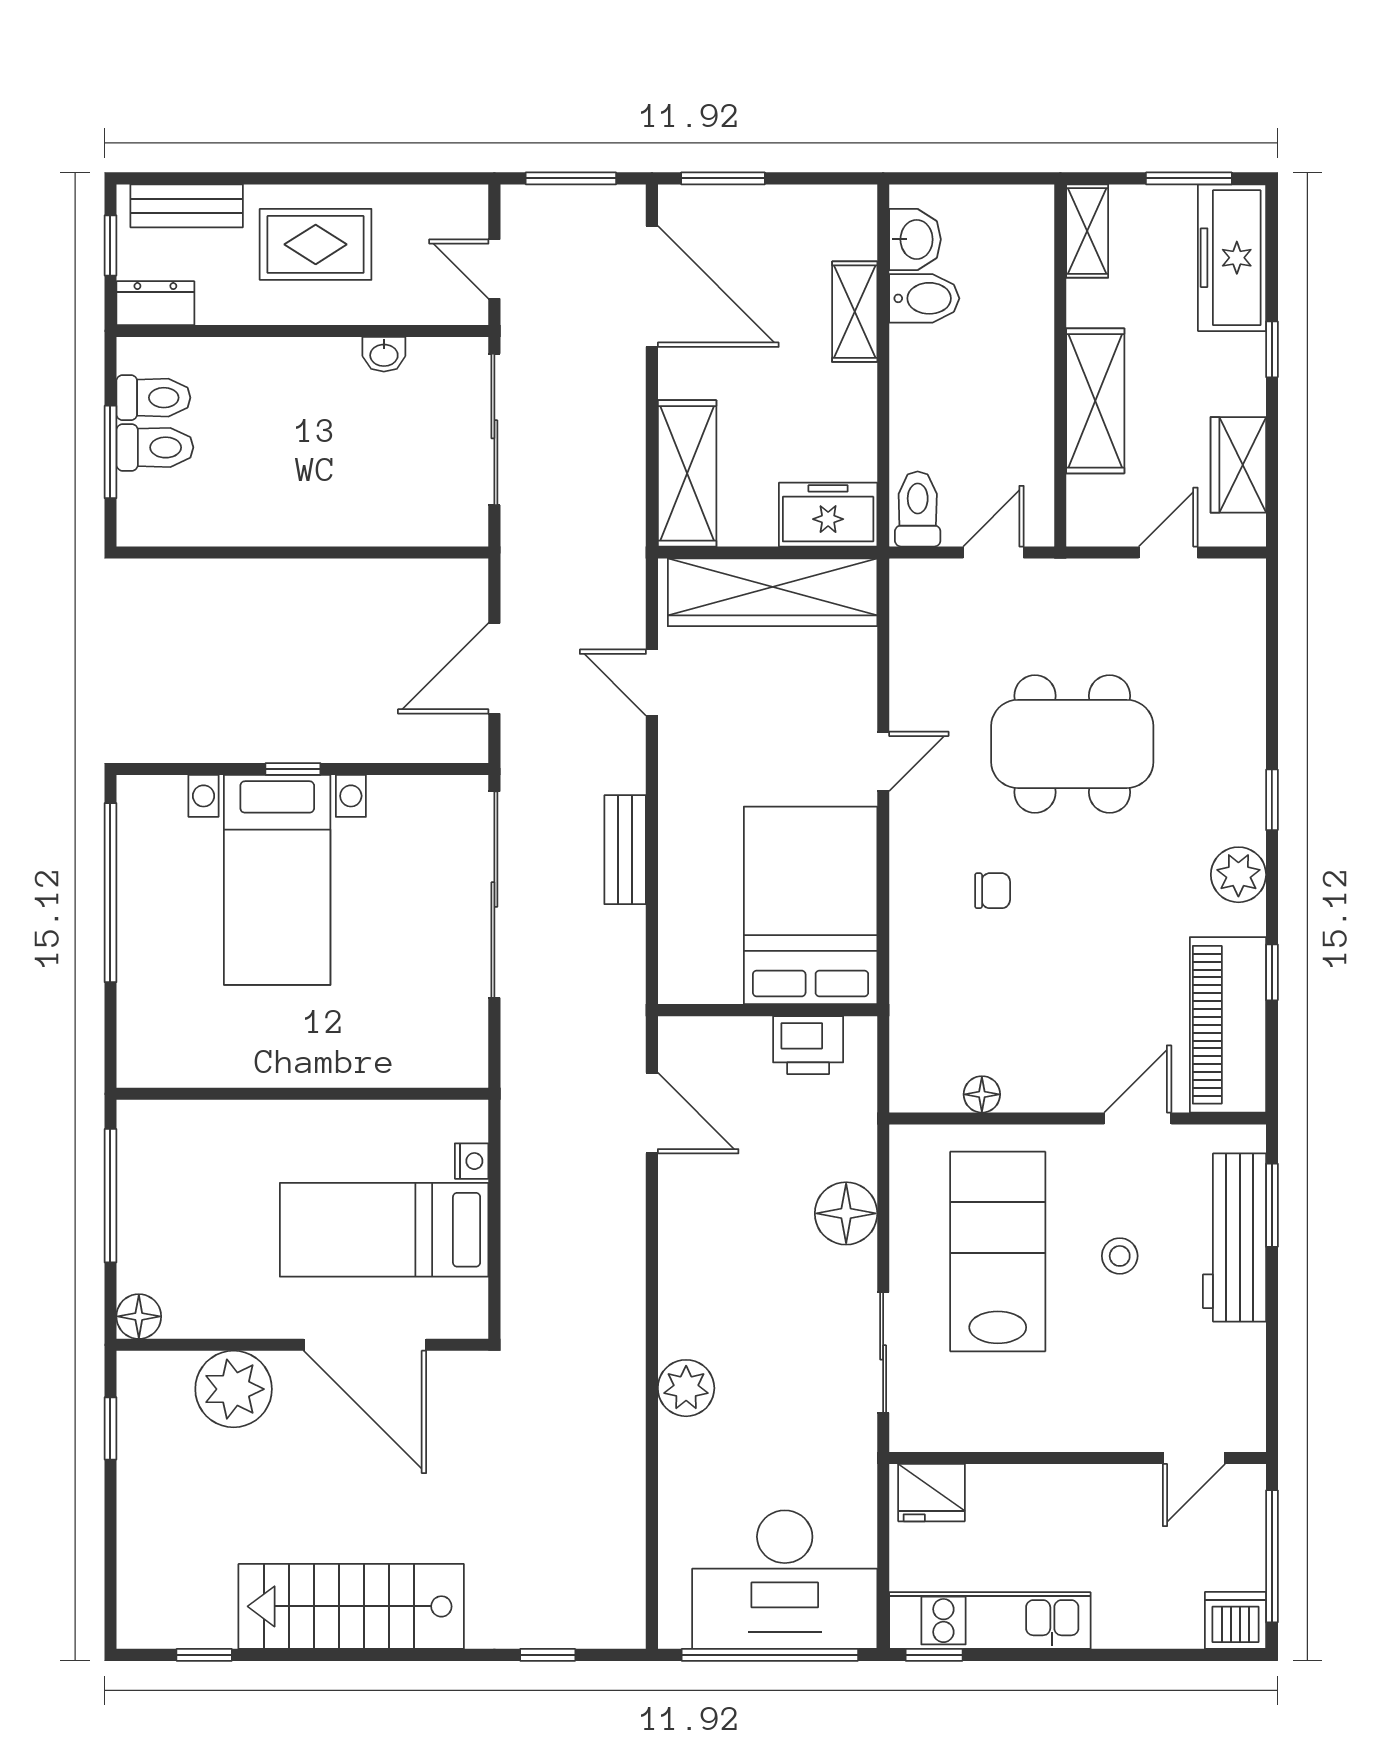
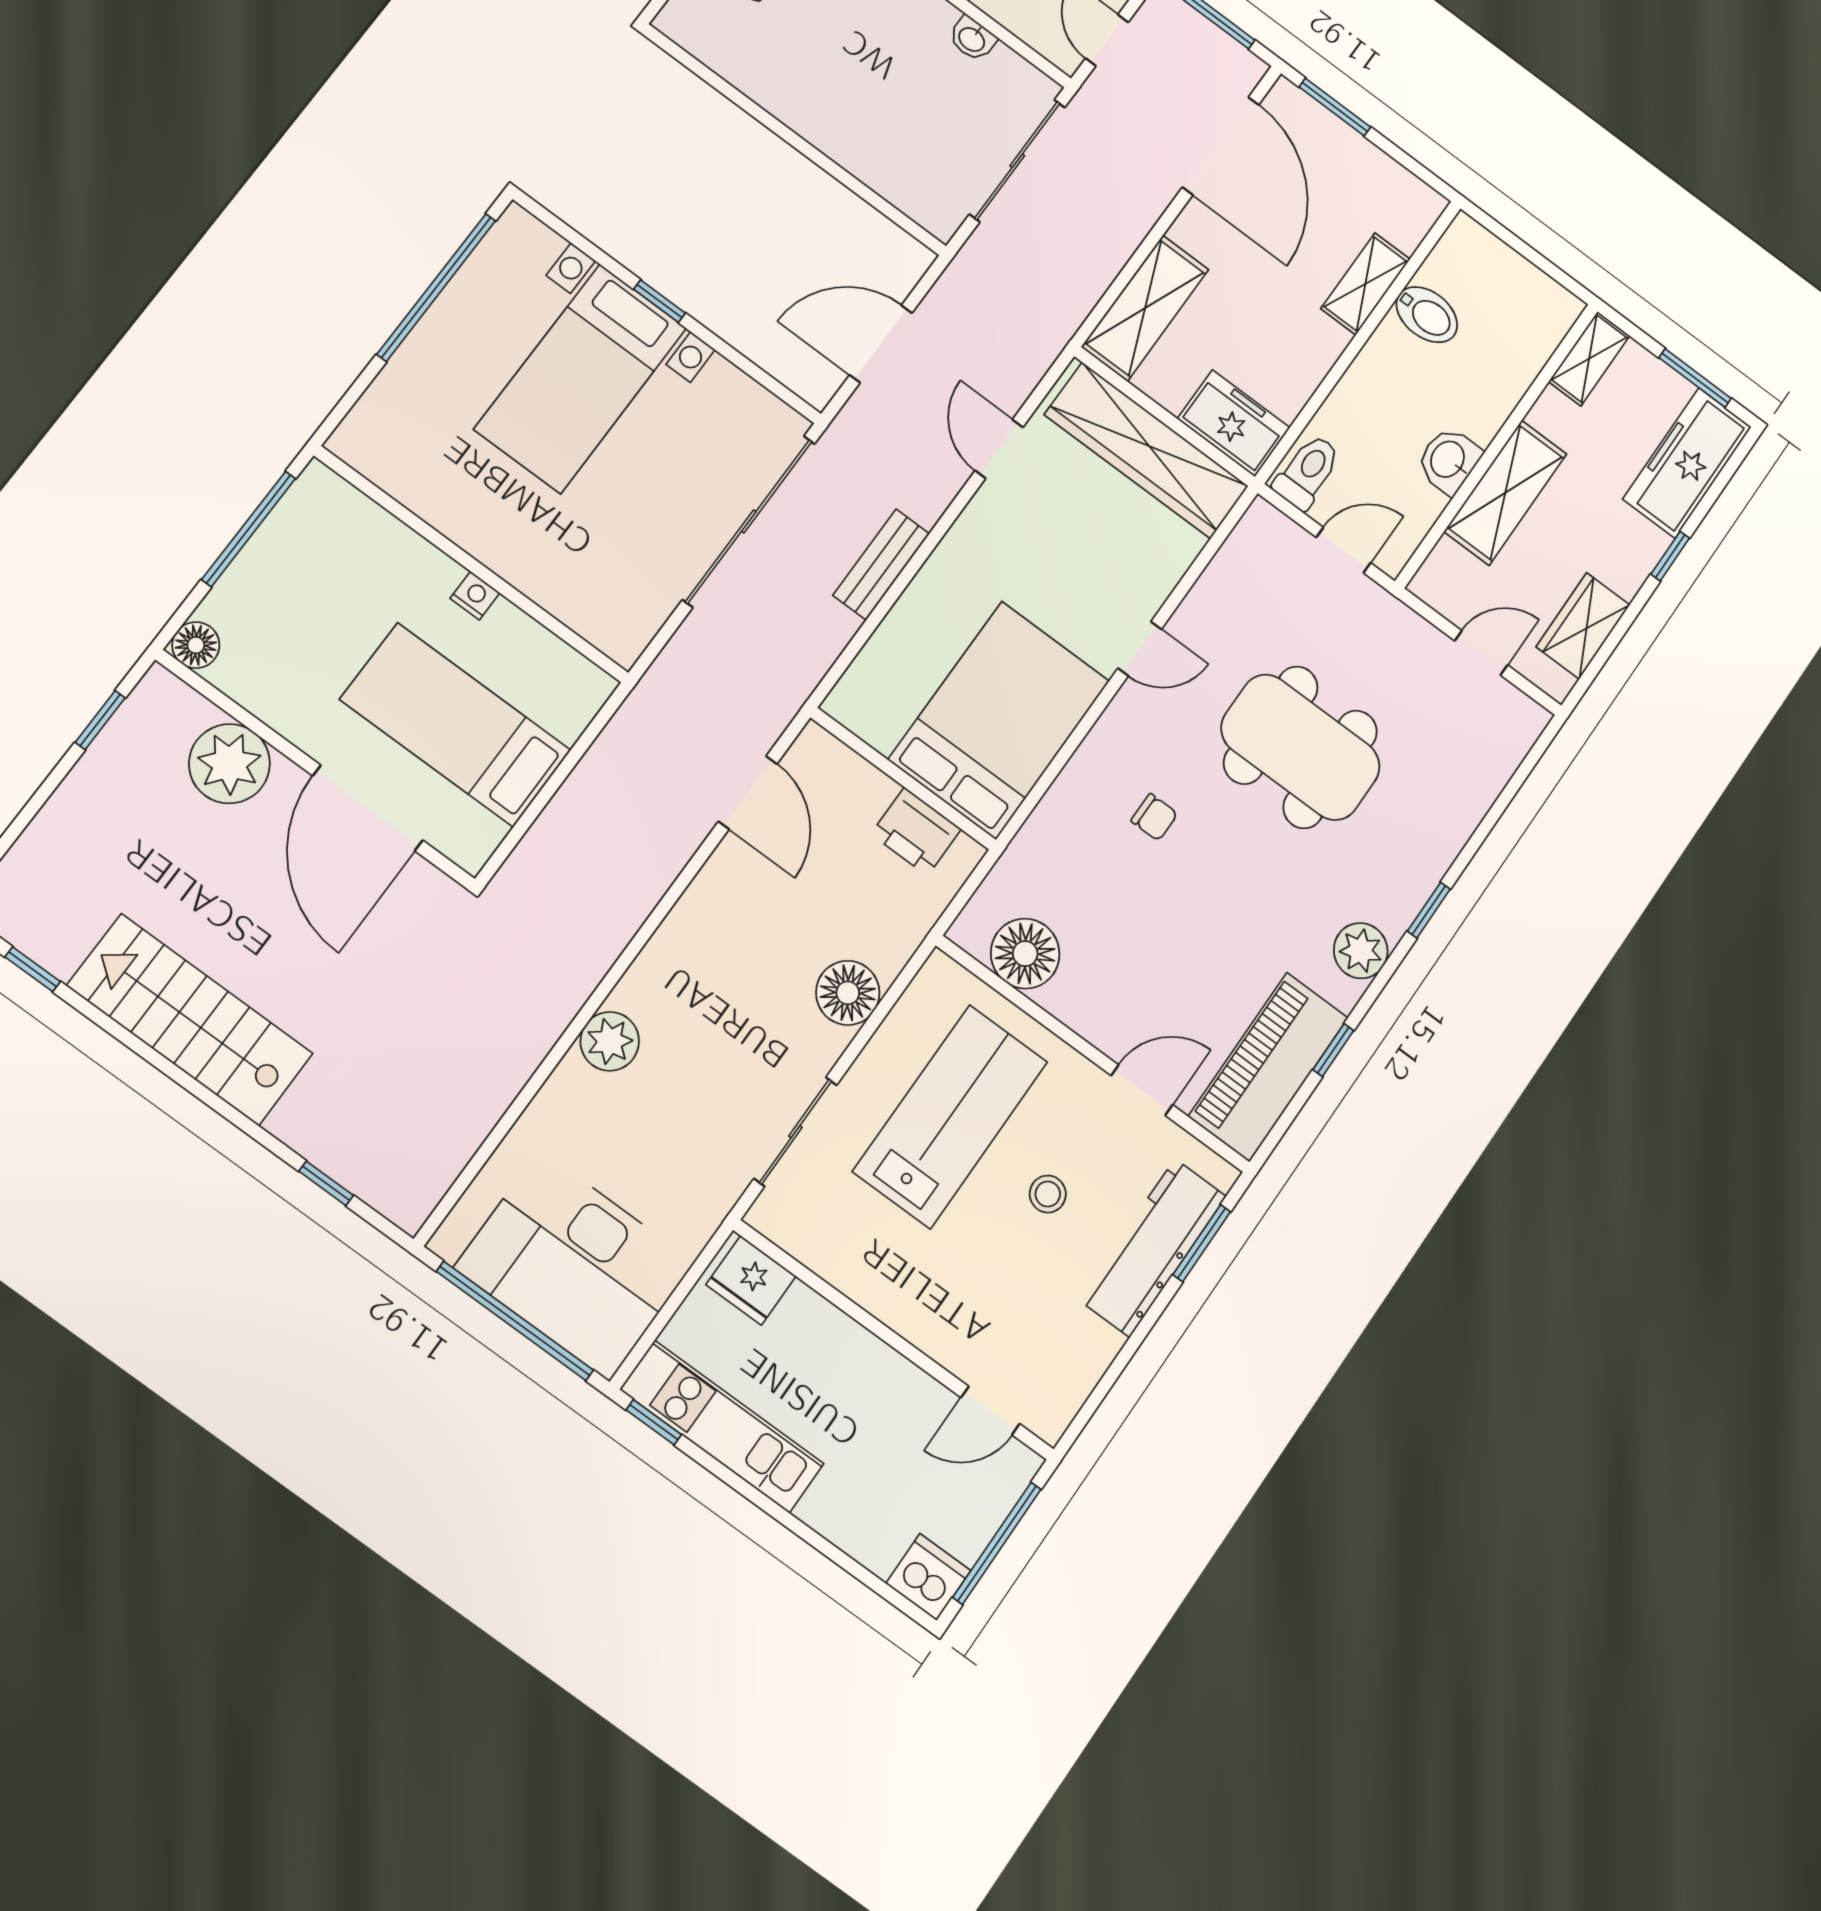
washbasin: (915, 239) -> (1449, 460), moved, turned 180
floor lamp: (982, 1094) -> (1025, 954), width x1.89, depth x1.89
nightstand: (472, 1161) -> (475, 596), moved, turned -90

